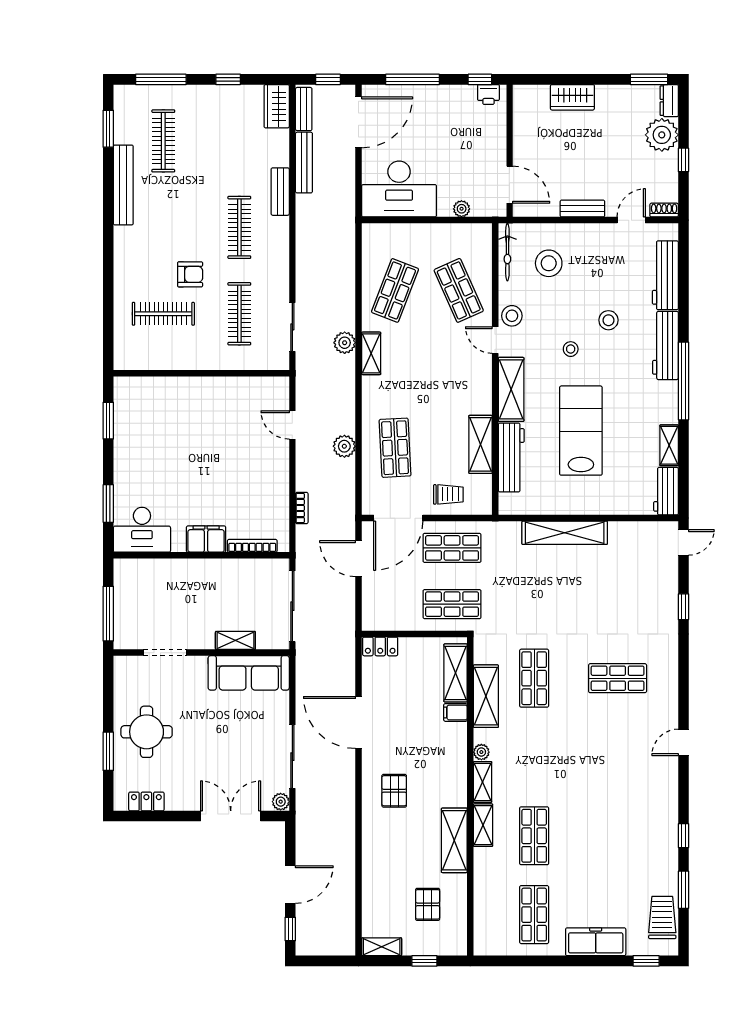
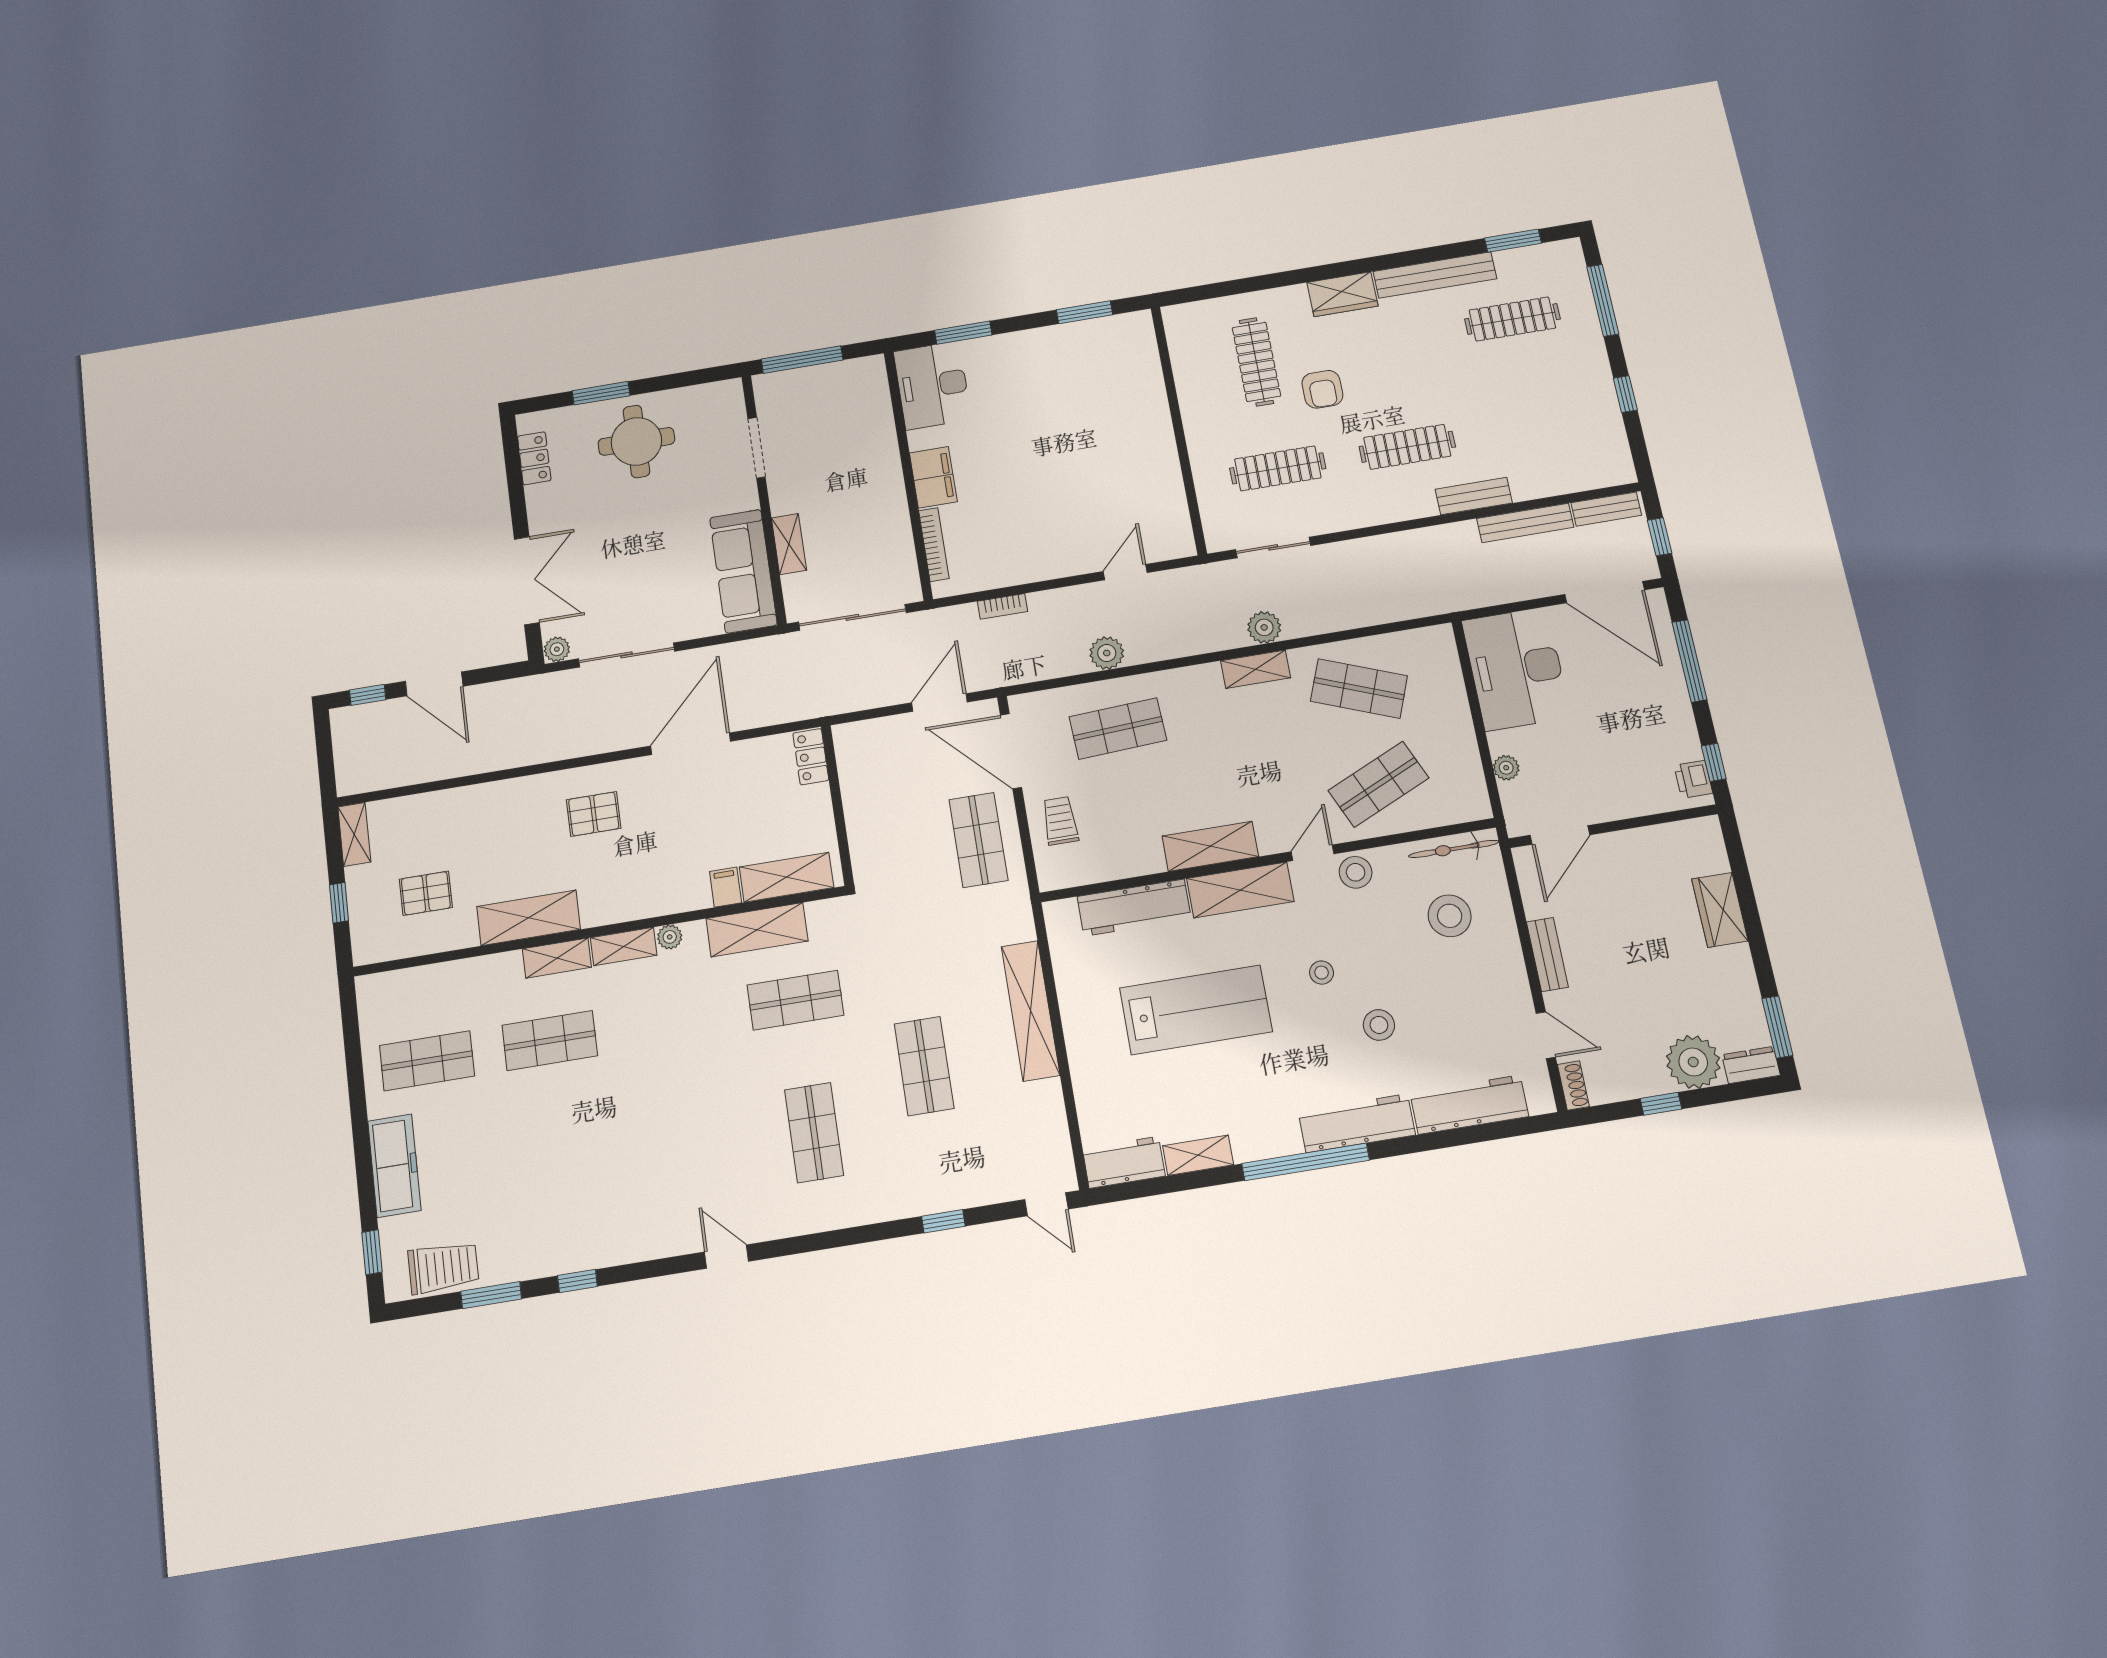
wardrobe: (277, 106) -> (1342, 294), moved, turned 180
shelving: (480, 444) -> (1210, 846), moved
trolley: (448, 494) -> (1060, 821), turned 180
shop shelf: (452, 604) -> (924, 1066), moved

